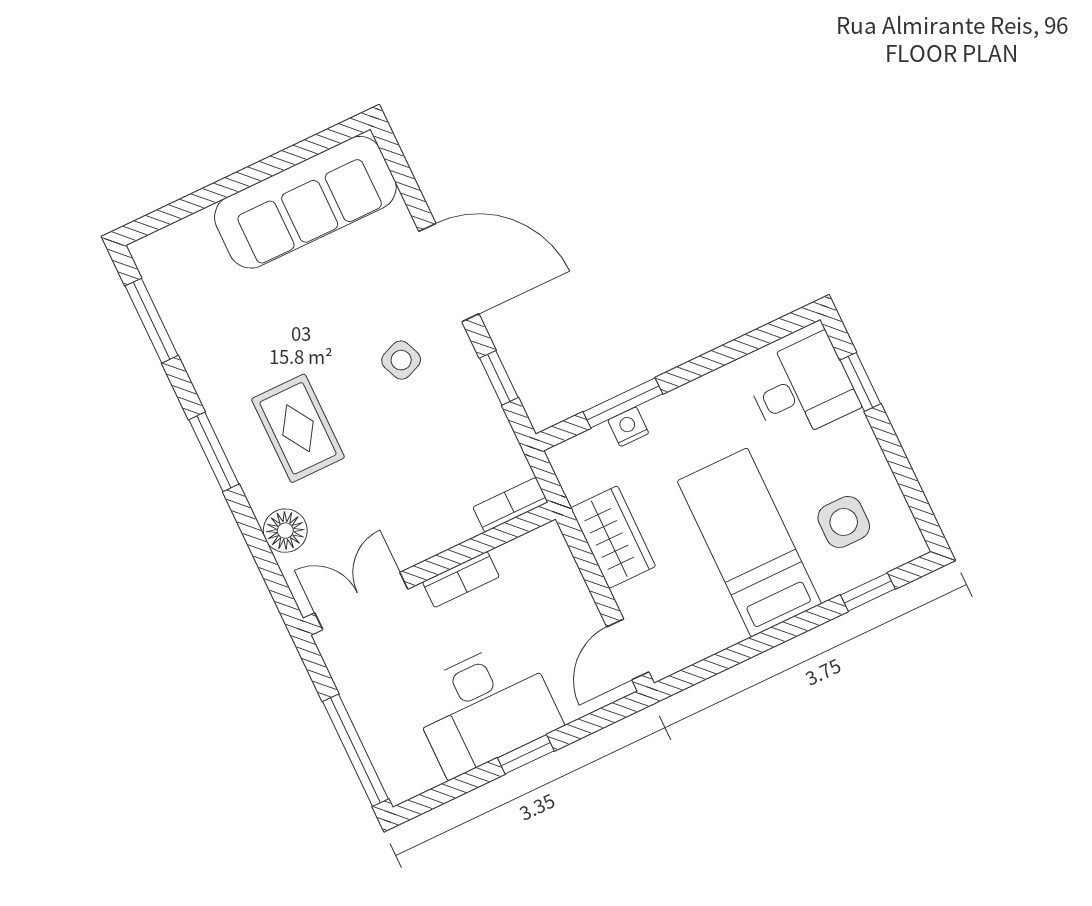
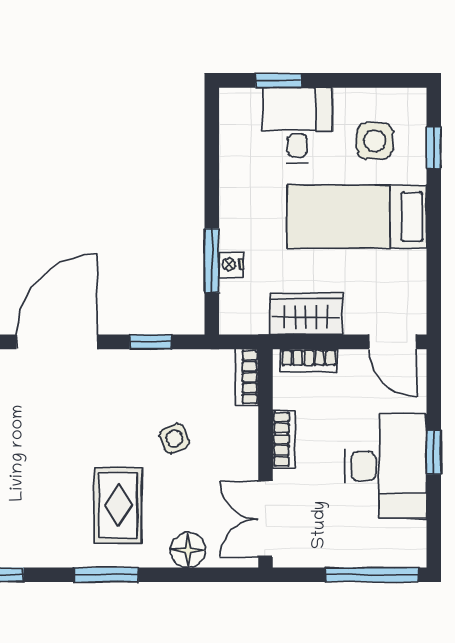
side table: (401, 360) -> (174, 438), moved
desk: (802, 388) -> (297, 125), moved
rug: (298, 428) -> (118, 505), turned 90
bookcase: (562, 565) -> (309, 360), added

